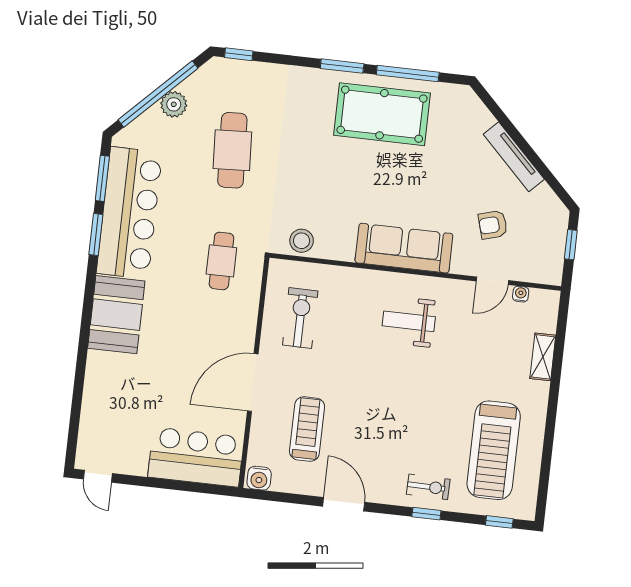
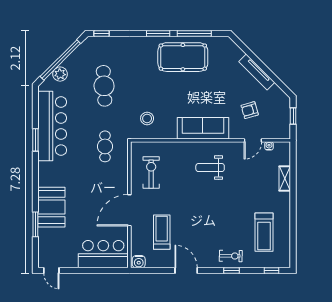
plant: (174, 104) -> (60, 74), moved
window: (102, 178) -> (35, 224), moved
stool: (302, 241) -> (147, 118), moved
booth: (116, 315) -> (51, 207), moved
treadmill: (494, 450) -> (264, 232), width x0.73, depth x0.73

